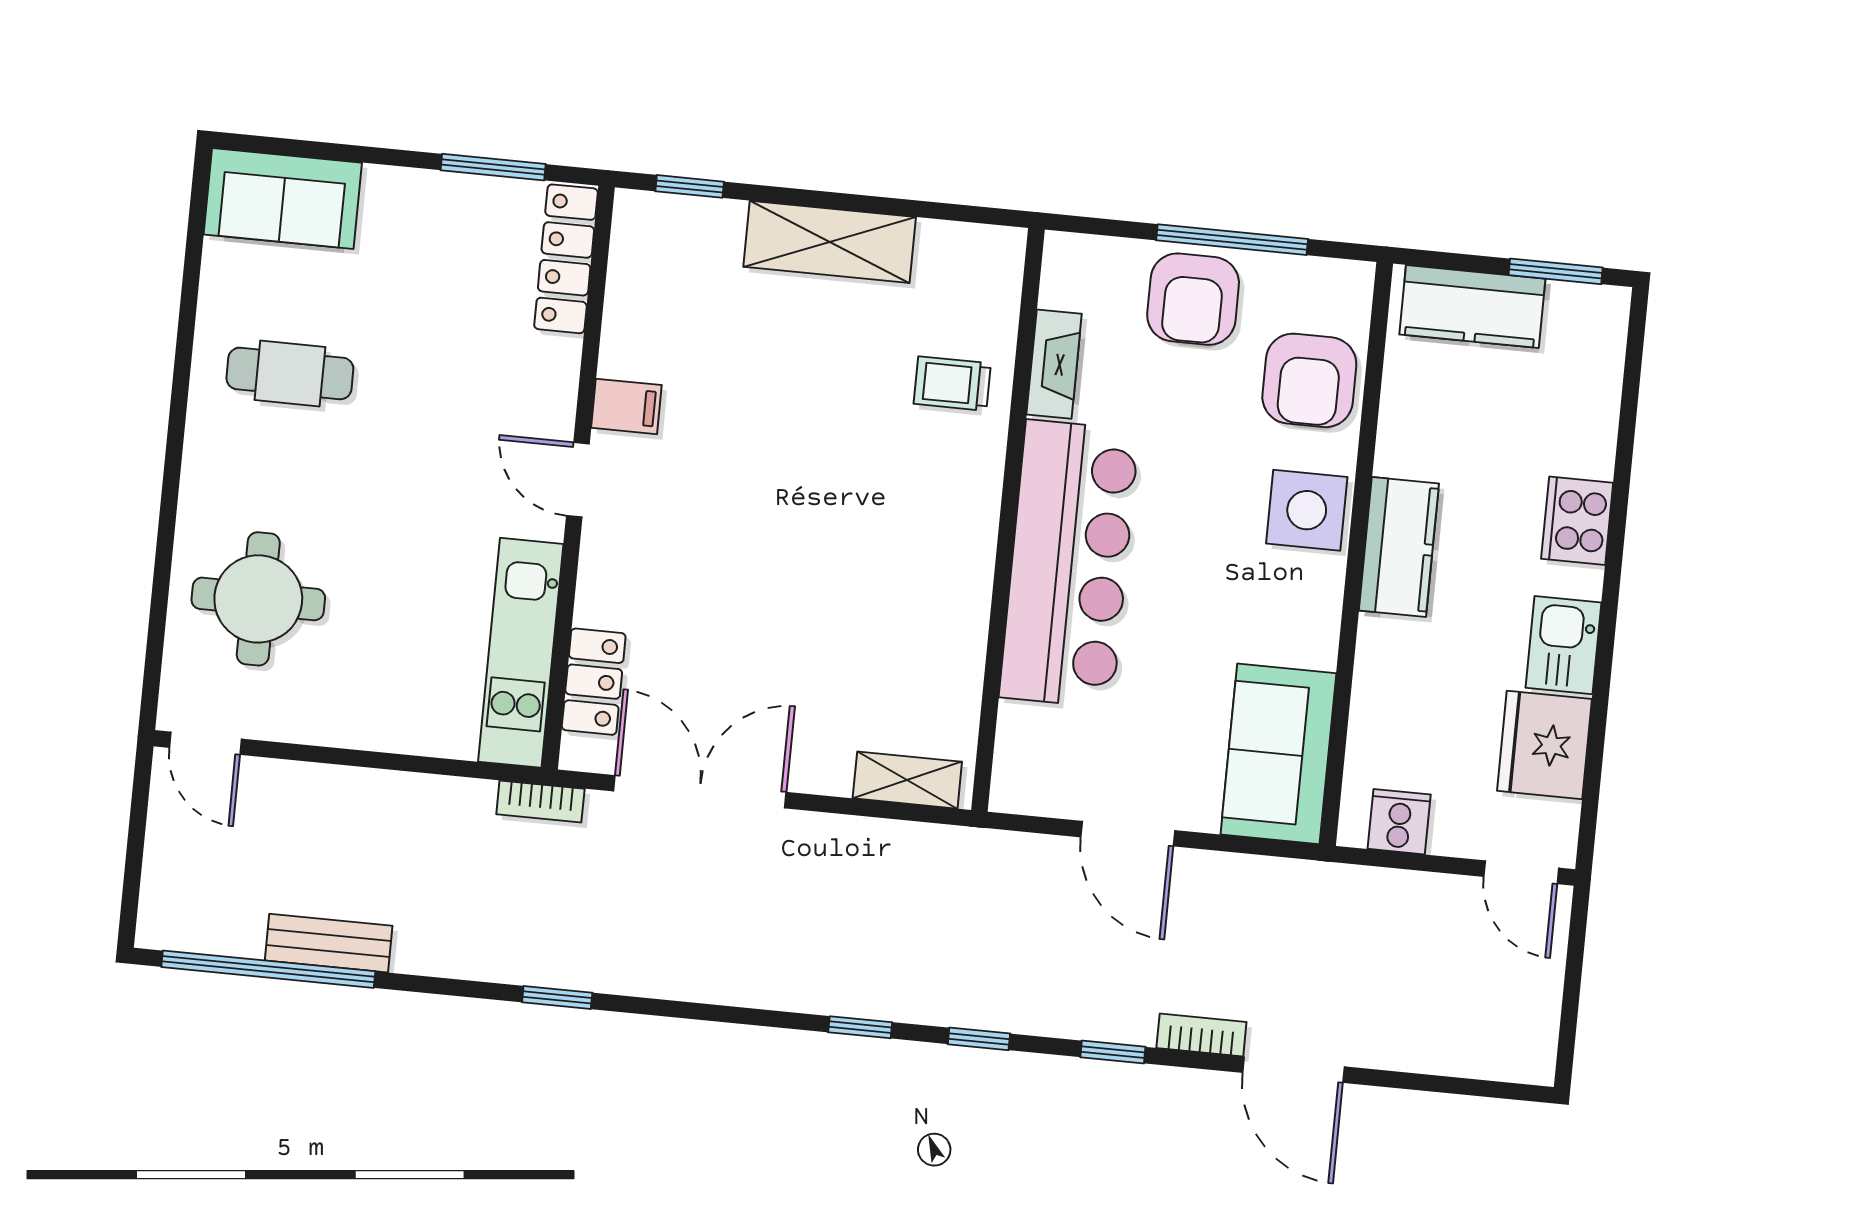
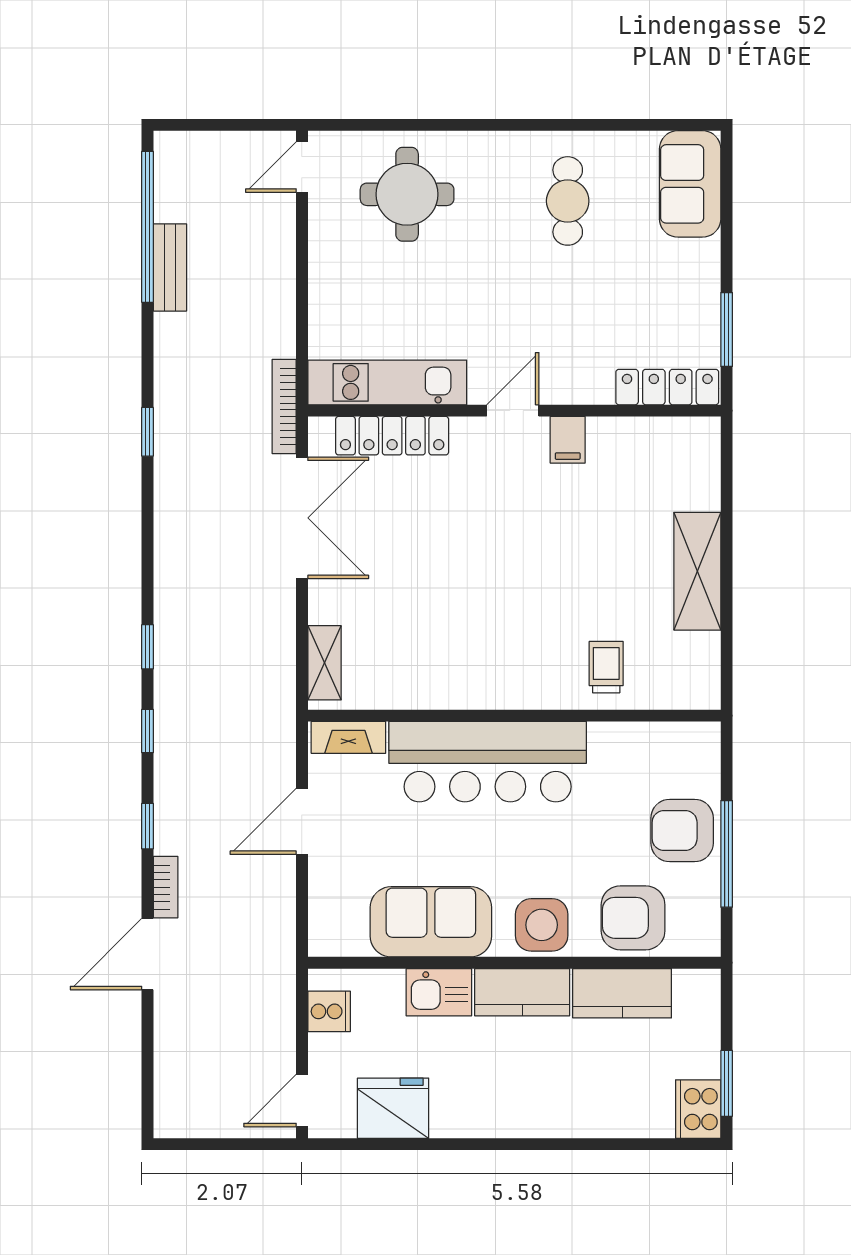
window: (690, 186) -> (727, 469), removed
kitchen counter: (1472, 307) -> (622, 993), moved, turned -90
fireplace: (1054, 364) -> (348, 737), moved
cooker: (1577, 521) -> (698, 1109), moved, turned -90
kitchen sink: (1563, 645) -> (439, 992), moved, turned 180
locker: (594, 682) -> (392, 436), width x1.53
sofa: (1278, 754) -> (431, 922), moved
bookcase: (540, 802) -> (284, 407), width x1.56

